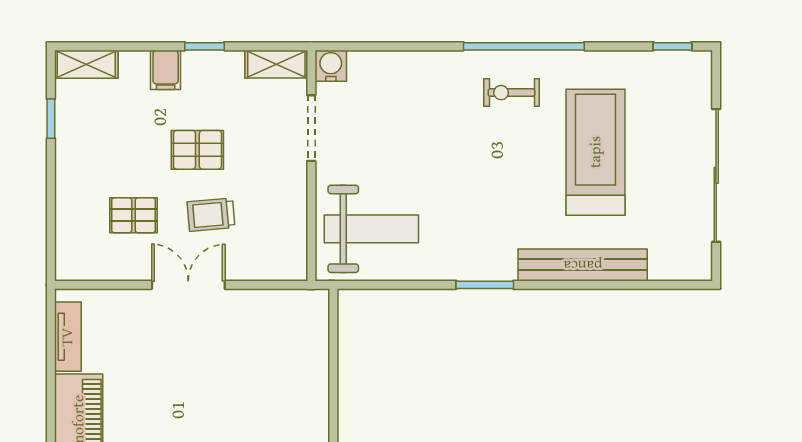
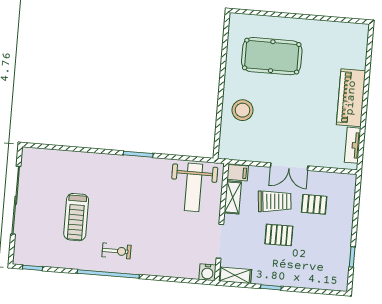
shelving: (86, 64) -> (233, 197), moved, turned 90
filing cabinet: (166, 70) -> (238, 173), moved, turned 90
treadmill: (596, 152) -> (76, 217), width x0.73, depth x0.73
trolley: (211, 215) -> (275, 201), width x1.36, depth x1.39
weight bench: (371, 229) -> (194, 187), turned -90
bench: (583, 265) -> (87, 160), removed
stool: (288, 387) -> (243, 110), added

